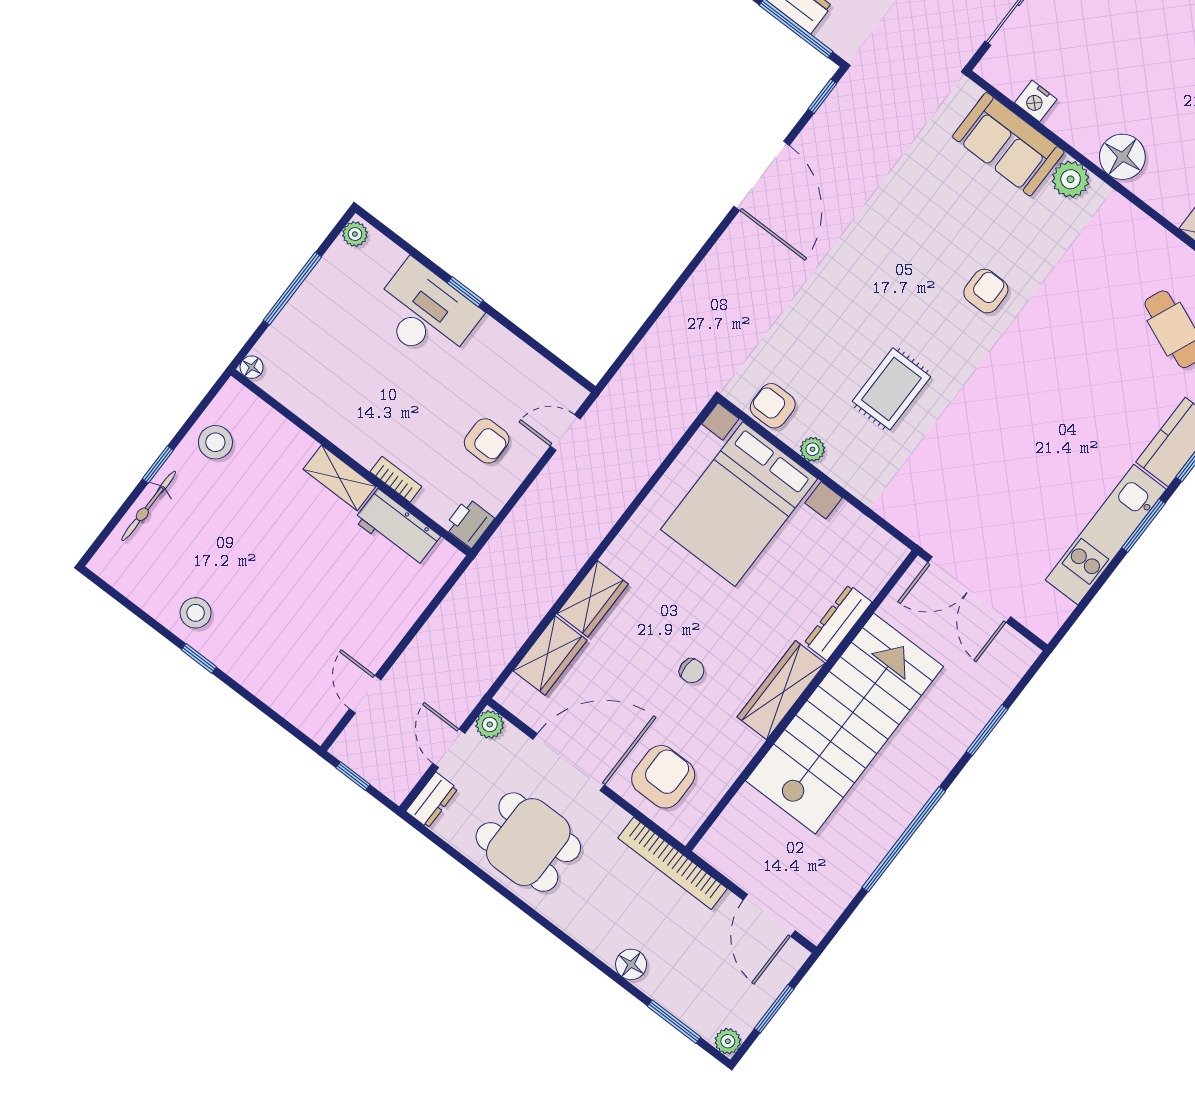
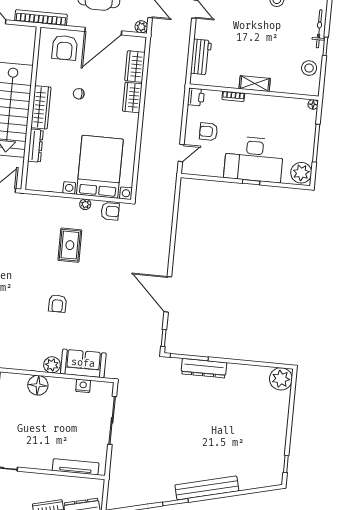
plant: (355, 234) -> (301, 173), width x1.88, depth x1.88
desk: (425, 313) -> (254, 159), width x1.36, depth x1.30
workbench: (397, 528) -> (201, 57), moved, turned 90

